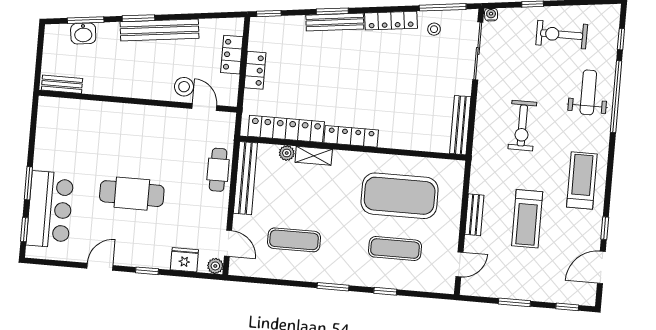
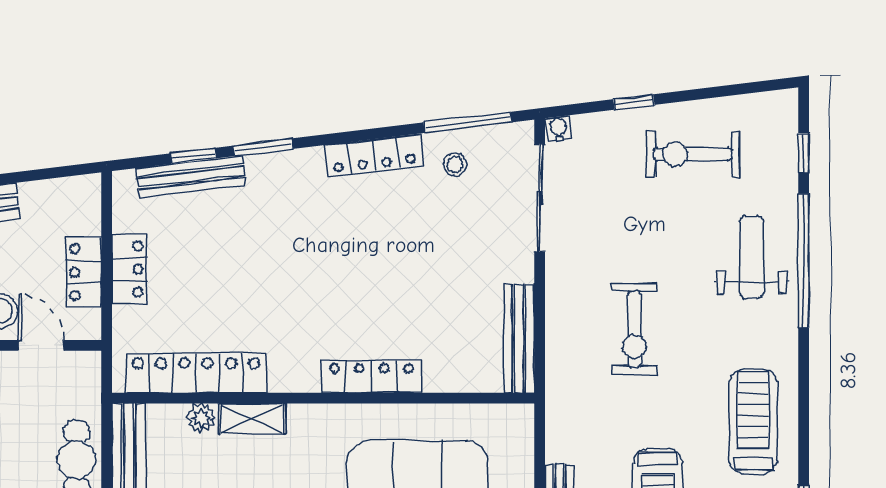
window: (269, 14) -> (193, 156), moved
bench: (335, 22) -> (191, 177), moved
locker: (232, 55) -> (84, 272), moved
locker: (351, 136) -> (372, 376), moved

